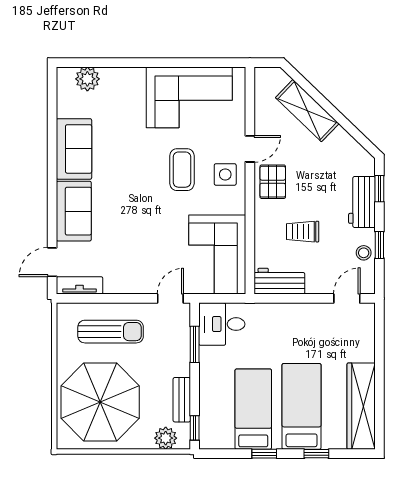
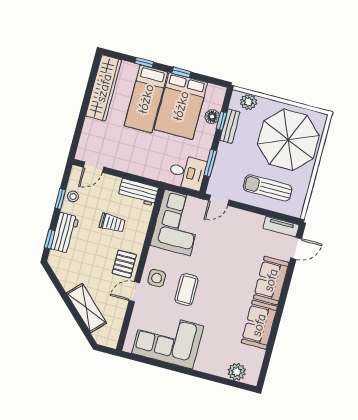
floor lamp: (208, 406) -> (212, 117), added
bed: (253, 409) -> (181, 106), width x1.50
window: (195, 428) -> (221, 121), moved

